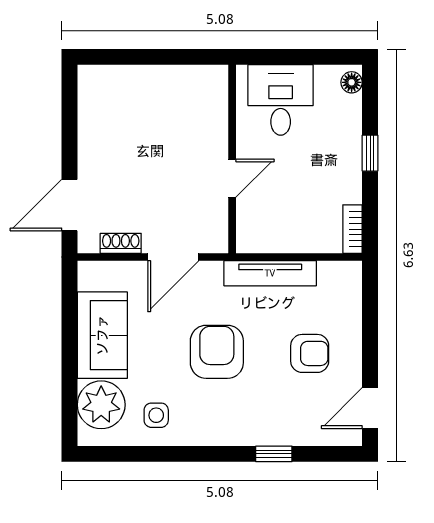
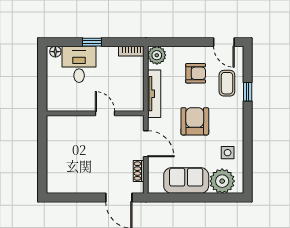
desk: (281, 100) -> (79, 64), moved, turned 90
plant: (345, 278) -> (157, 55), added
armchair: (217, 352) -> (195, 121), turned 90
armchair: (310, 353) -> (196, 73), turned 90
coffee table: (291, 414) -> (227, 83), added

